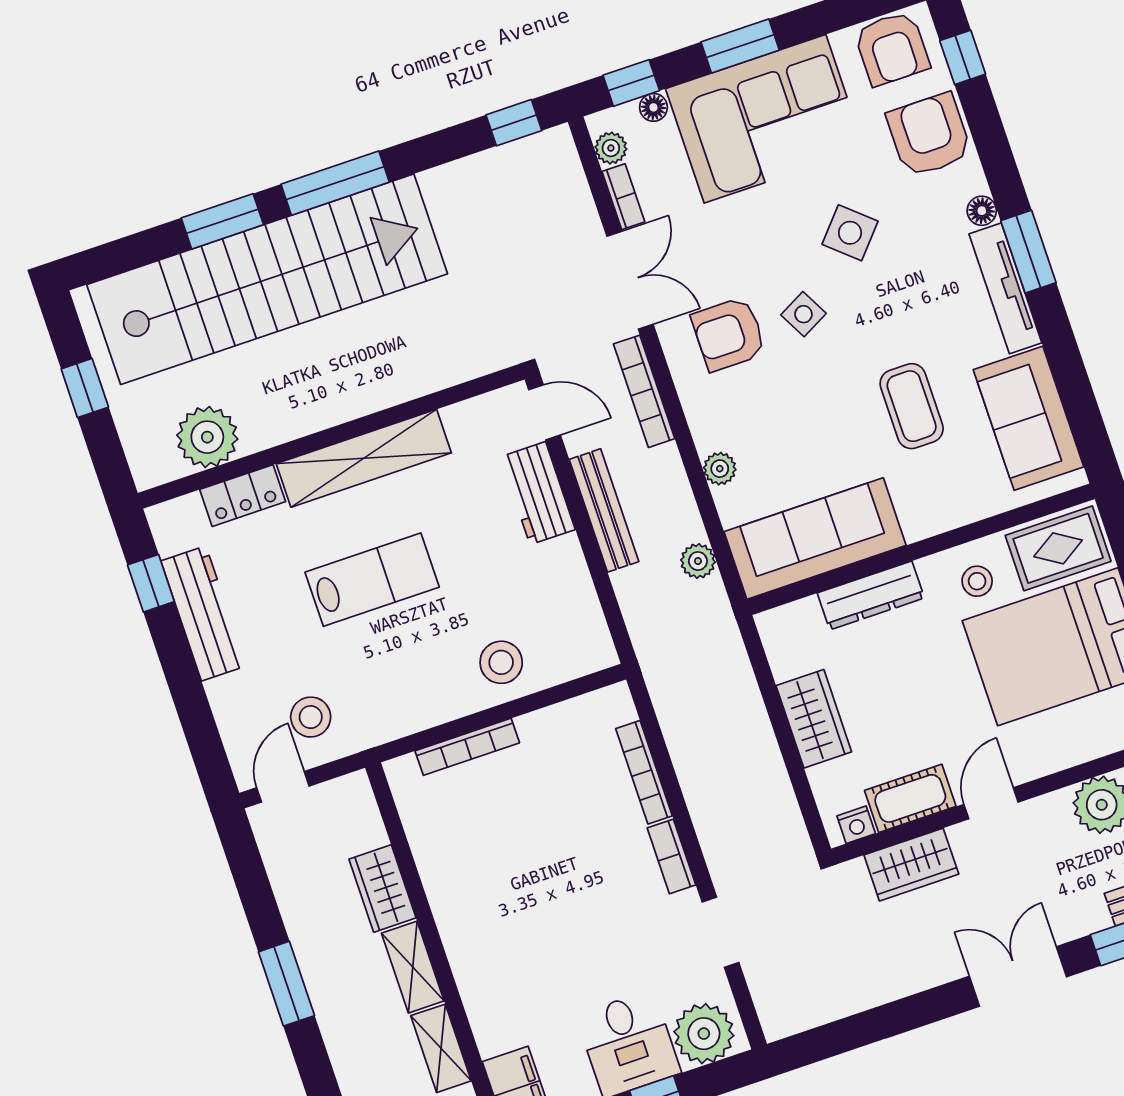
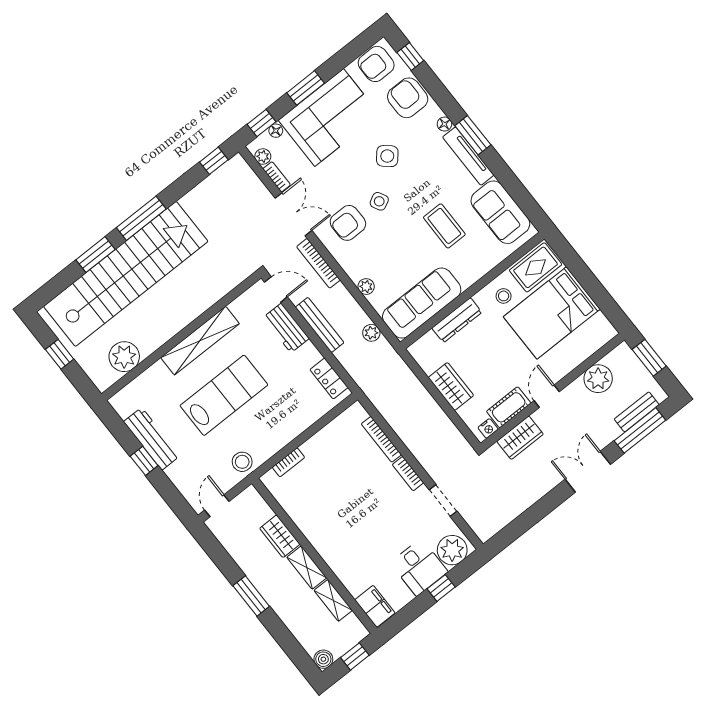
armchair: (892, 48) -> (376, 64), turned 90
locker: (243, 496) -> (329, 379), moved, turned 90
lab bench: (372, 580) -> (224, 395), width x1.36, depth x1.39
window: (151, 583) -> (144, 461), moved
stool: (501, 662) -> (297, 412), removed
stool: (311, 717) -> (242, 462), moved
bookcase: (467, 747) -> (288, 462), width x0.64

